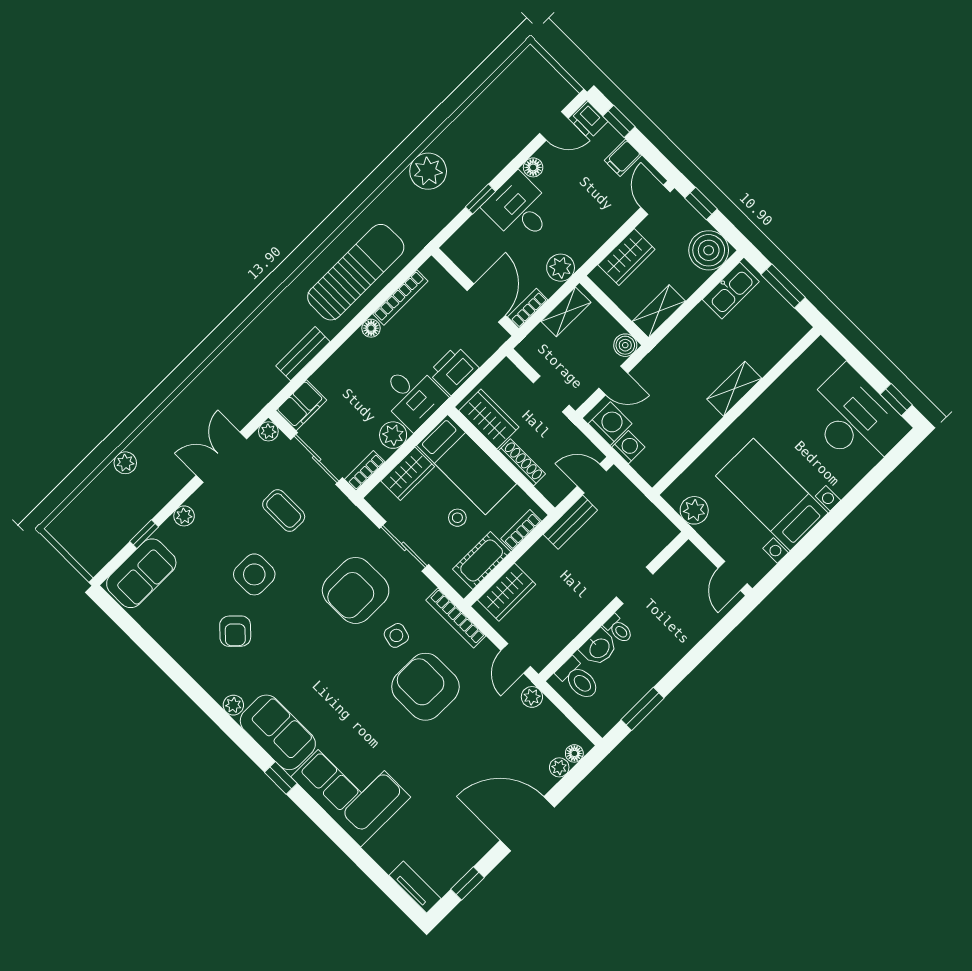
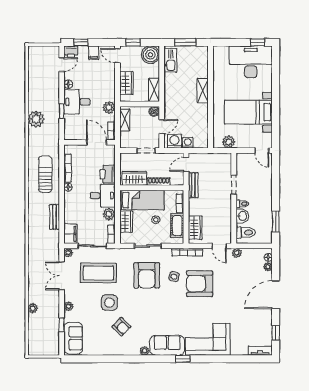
sun lounger: (356, 272) -> (45, 174), width x0.73, depth x0.75
coffee table: (284, 511) -> (98, 273), width x1.86, depth x1.72

